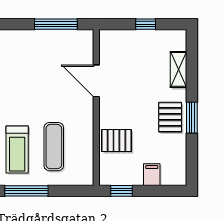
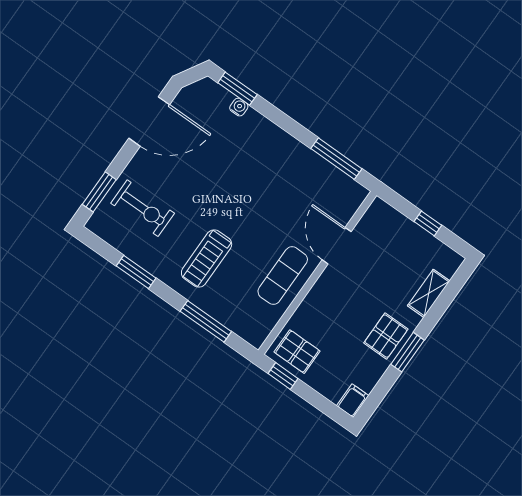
pallet: (116, 141) -> (297, 352), moved
exercise mat: (54, 147) -> (283, 276), moved
filing cabinet: (152, 175) -> (353, 401), moved
window: (26, 191) -> (206, 321), moved

